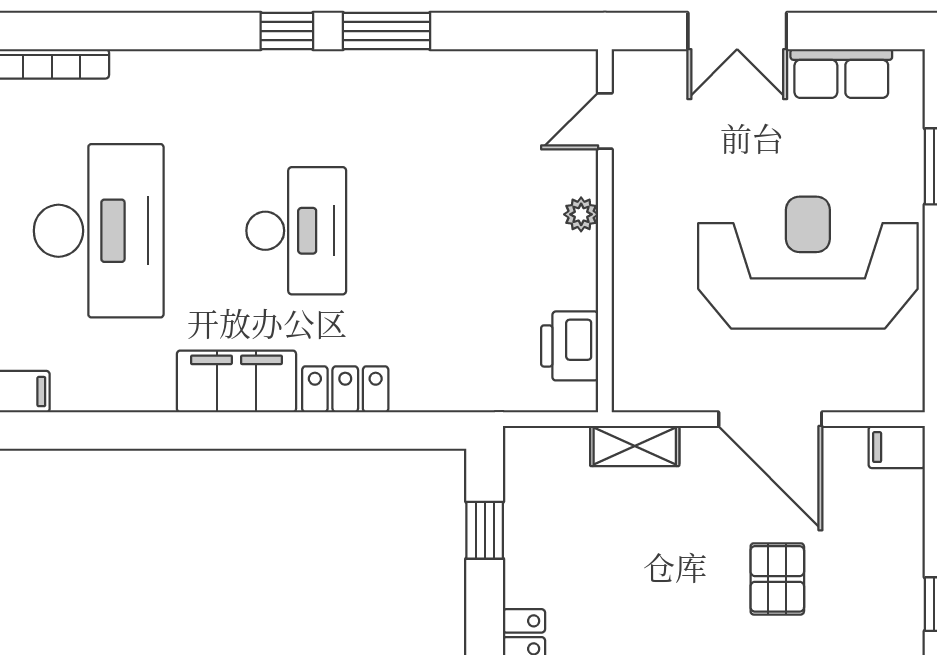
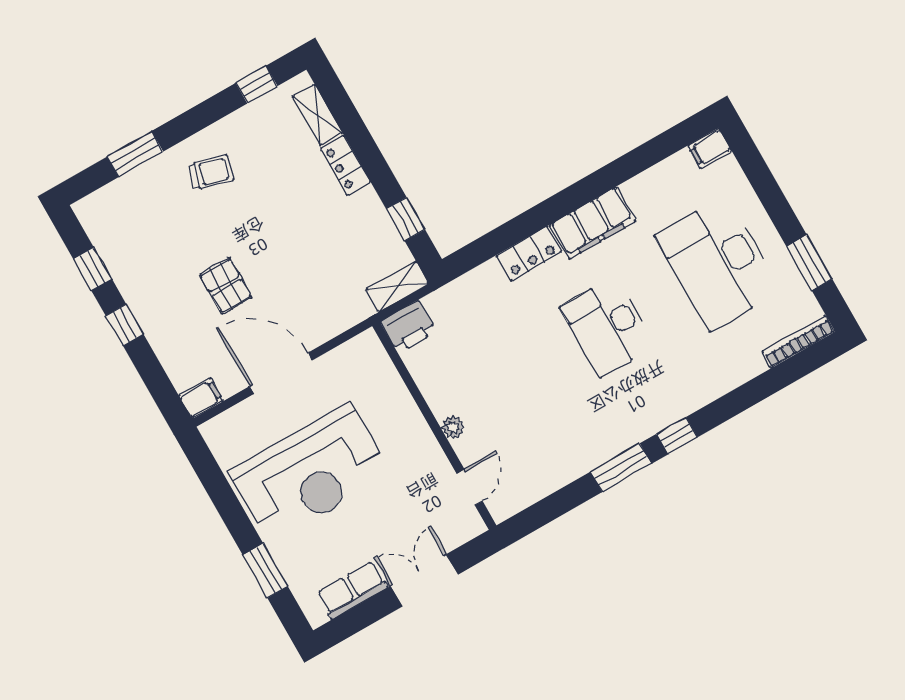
printer: (570, 346) -> (408, 327), moved, turned 90
shelving: (635, 446) -> (397, 287), moved

